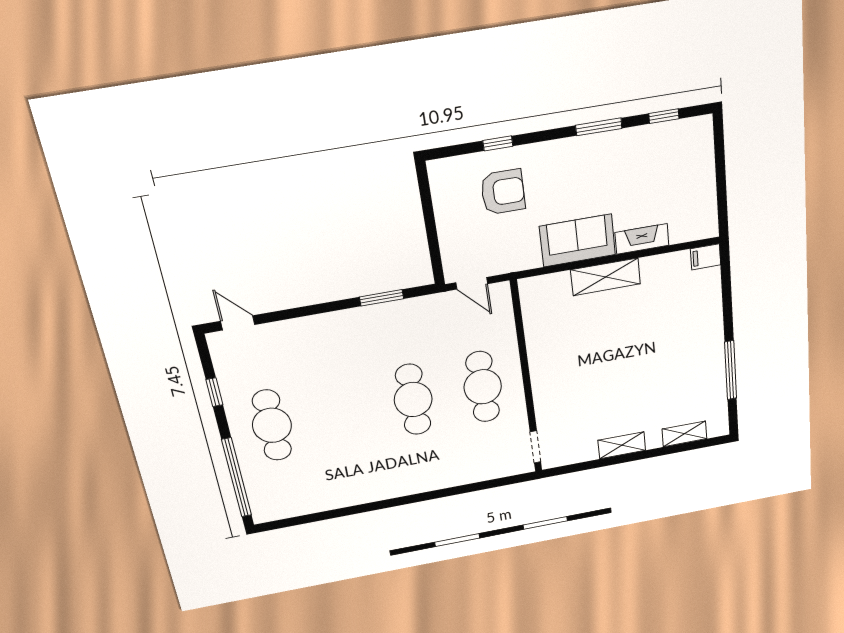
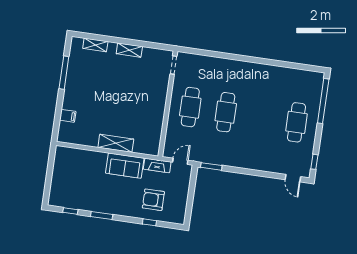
fireplace: (642, 239) -> (157, 165), moved
filing cabinet: (706, 257) -> (68, 116), moved
door: (472, 283) -> (180, 161), hinge flipped
window: (381, 298) -> (211, 166), moved
window: (214, 392) -> (314, 162), moved

